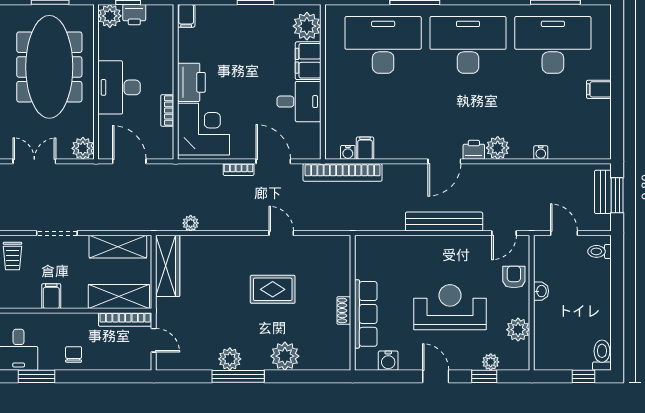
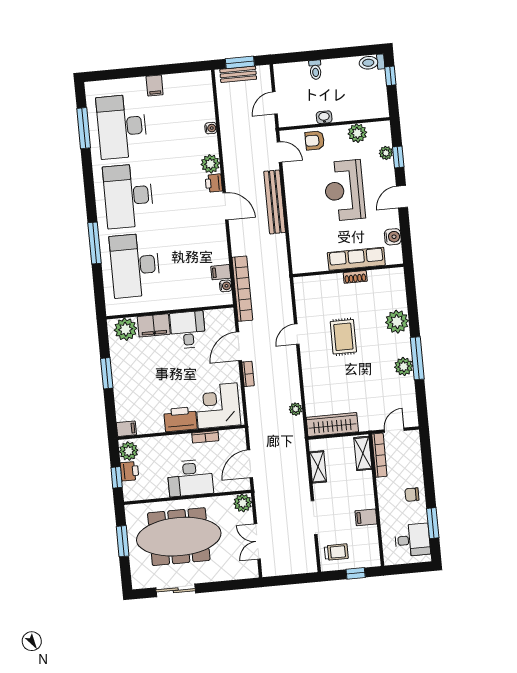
plant: (110, 16) -> (129, 451), moved
shelving: (118, 247) -> (318, 467), width x0.67, depth x0.75
toilet: (600, 251) -> (315, 70), moved
shelving: (119, 296) -> (363, 453), width x0.67, depth x0.75

